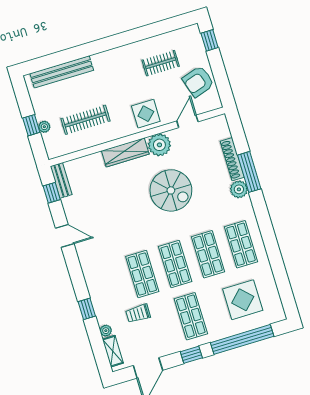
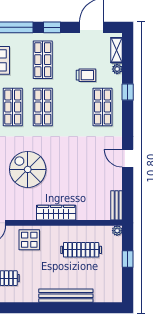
bench: (62, 72) -> (66, 296), moved
plant: (44, 127) -> (117, 231), moved
plant: (159, 145) -> (26, 210), removed
window: (52, 193) -> (128, 198), removed
shop shelf: (142, 274) -> (102, 107), moved

